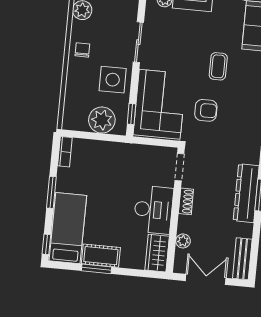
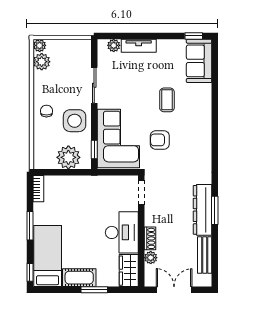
chair: (82, 50) -> (46, 111), moved
armchair: (206, 110) -> (160, 140), turned 180
shoe rack: (186, 201) -> (150, 238), moved
bench: (242, 259) -> (205, 255), moved
window: (96, 269) -> (94, 290), moved

